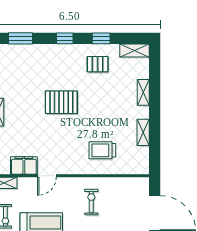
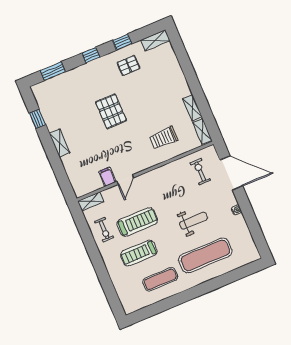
shelving: (143, 92) -> (202, 131), moved
pallet: (61, 102) -> (111, 111), turned 90
filing cabinet: (24, 165) -> (107, 177), width x0.50
exercise bike: (91, 202) -> (200, 172), moved

